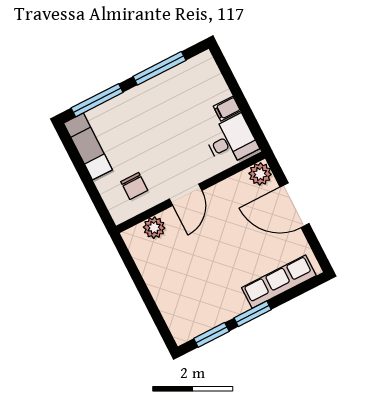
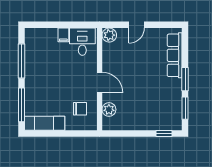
door: (295, 205) -> (137, 25), width x0.53
window: (160, 323) -> (164, 133), added

